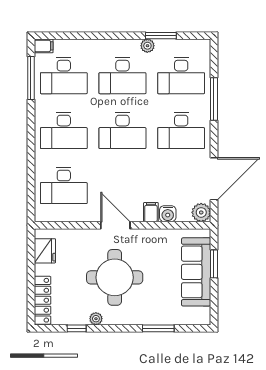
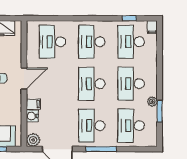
window: (31, 78) -> (129, 18), width x0.46
window: (214, 99) -> (101, 149), moved

